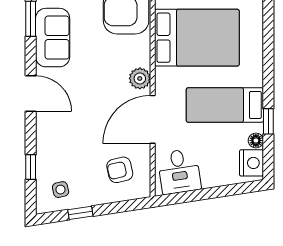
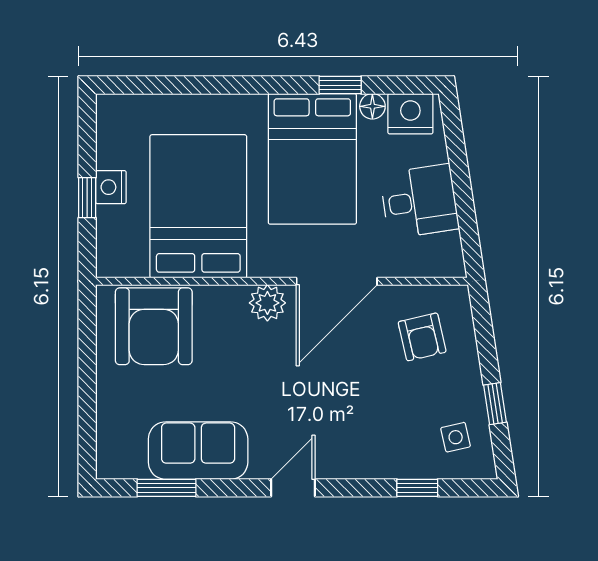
door: (31, 94) -> (293, 488), width x0.73
bed: (225, 105) -> (312, 159), width x1.50
door: (153, 119) -> (337, 281), hinge flipped
desk: (179, 171) -> (419, 201), moved

